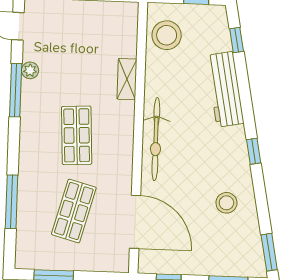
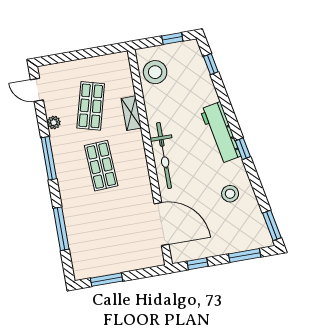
workbench: (225, 89) -> (221, 133), moved
window: (16, 90) -> (49, 158), moved
shop shelf: (74, 211) -> (91, 106), moved

